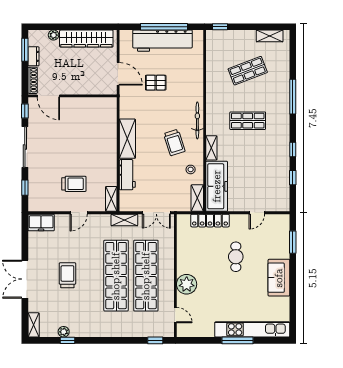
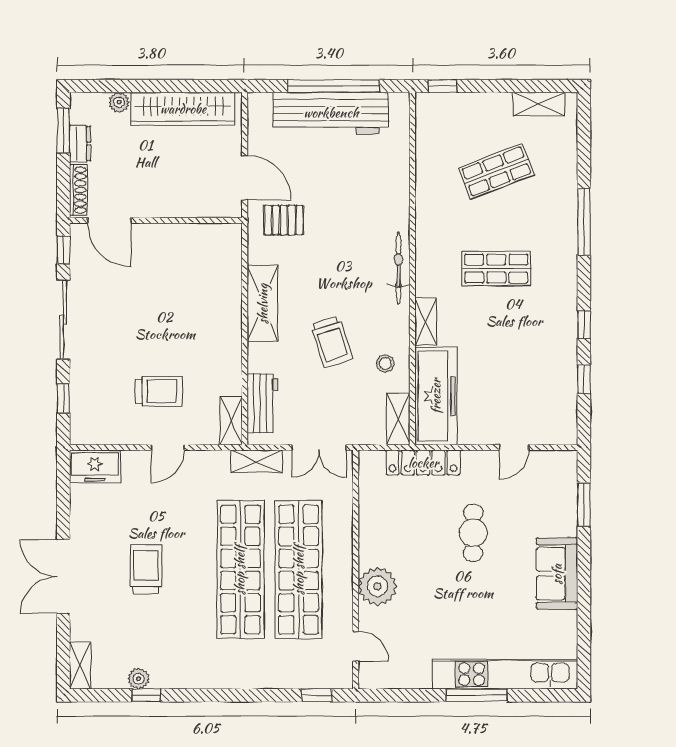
pallet: (156, 83) -> (284, 220), moved
trolley: (174, 142) -> (332, 342), moved
workbench: (127, 175) -> (262, 403), moved

